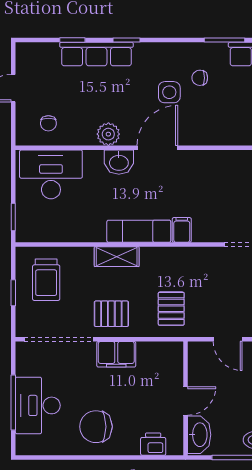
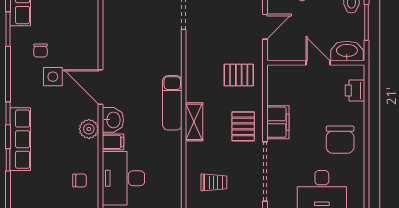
filing cabinet: (182, 230) -> (113, 142), moved, turned 180
trolley: (46, 280) -> (214, 182), width x0.73, depth x0.72

